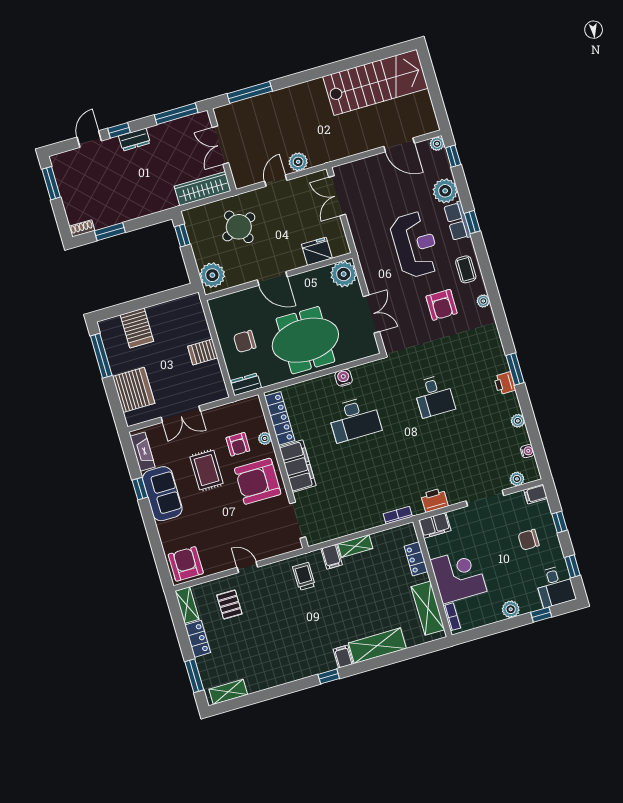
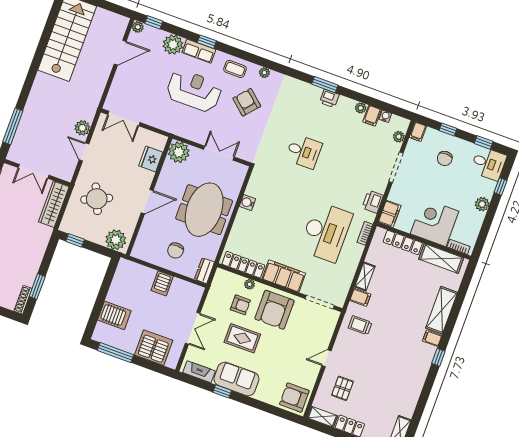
shoe rack: (82, 228) -> (23, 300), width x1.43
armchair: (442, 305) -> (247, 102), turned -139
desk: (355, 419) -> (326, 232), moved, width x1.36, depth x1.30
filing cabinet: (518, 438) -> (372, 116), added
locker: (416, 559) -> (403, 242), width x1.53
pallet: (229, 604) -> (342, 388), turned 90

